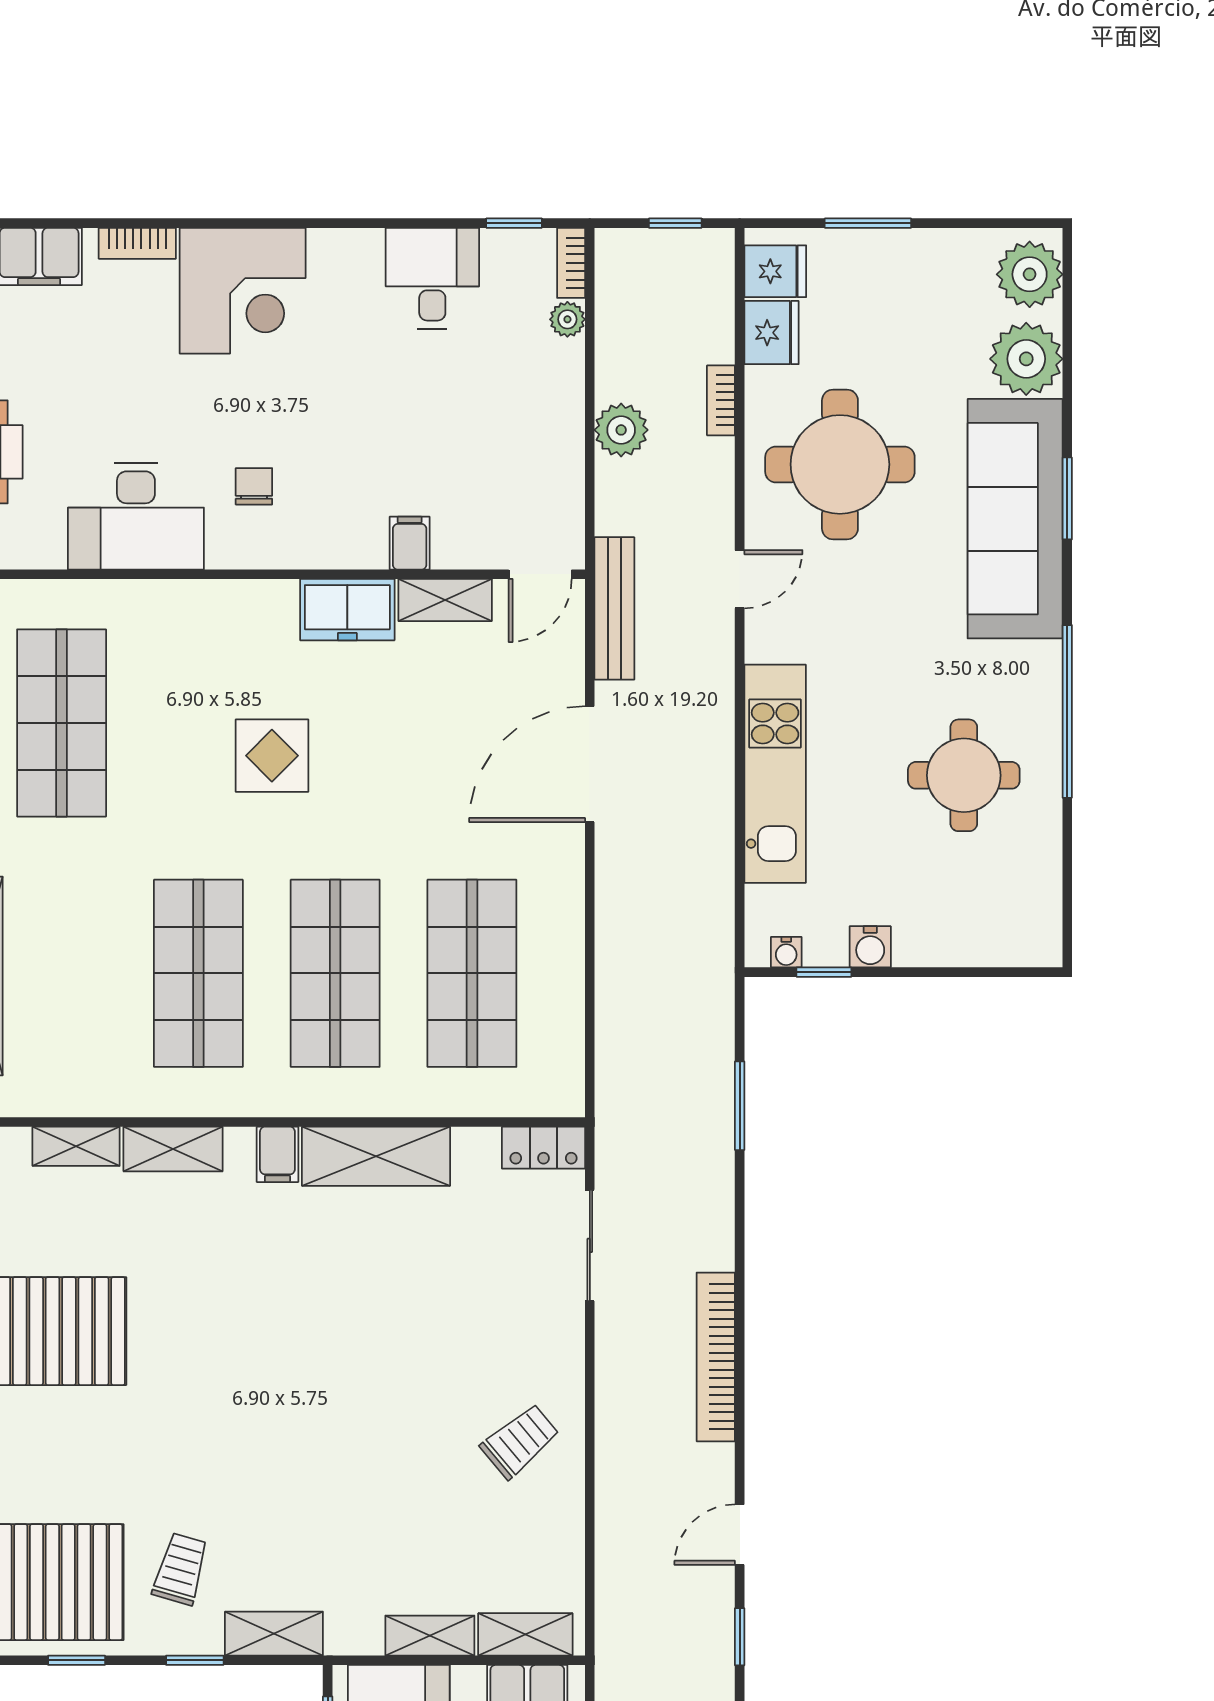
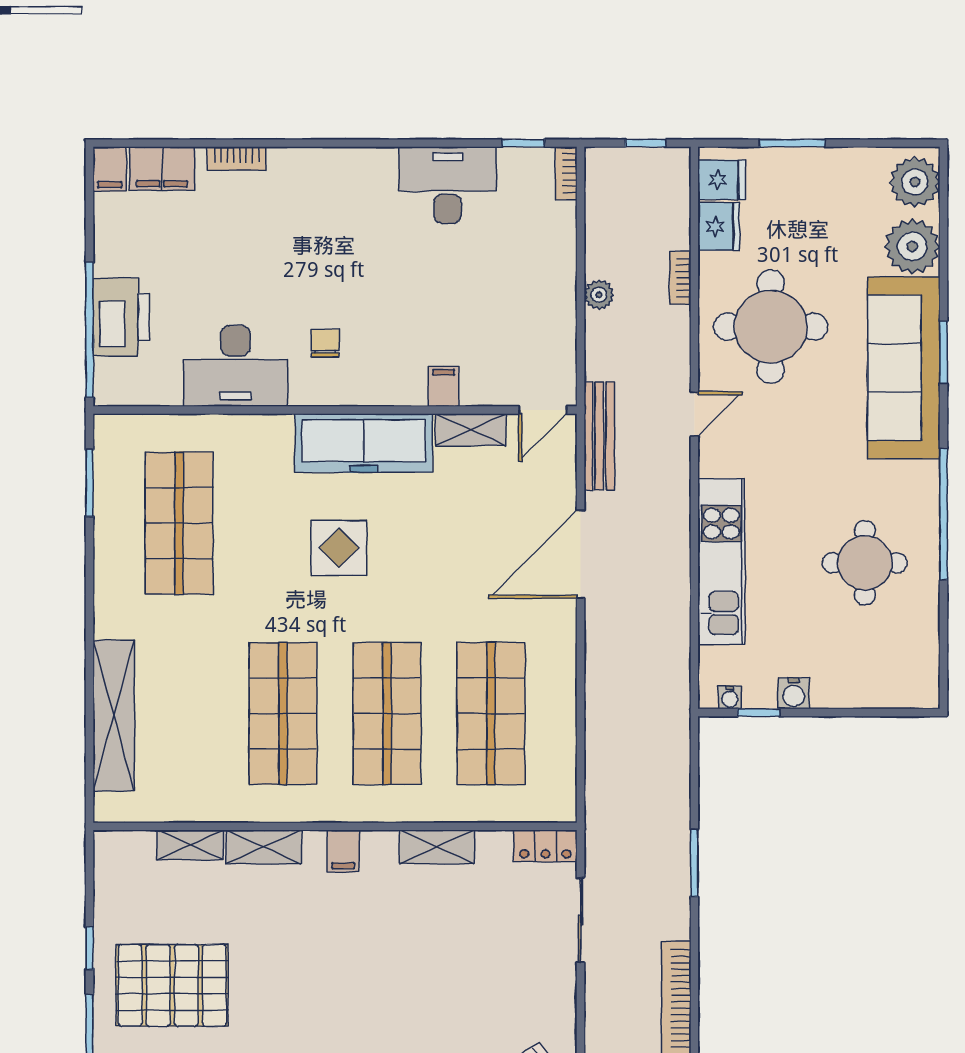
desk: (432, 278) -> (448, 185), width x1.37
corner desk: (243, 291) -> (317, 195), removed
plant: (567, 319) -> (564, 216), removed
plant: (621, 430) -> (599, 295), width x0.73, depth x0.73
freezer: (347, 610) -> (364, 443), width x1.91, depth x1.26
window: (740, 1106) -> (694, 863), moved
shelving: (376, 1156) -> (437, 847), width x0.67, depth x0.75

